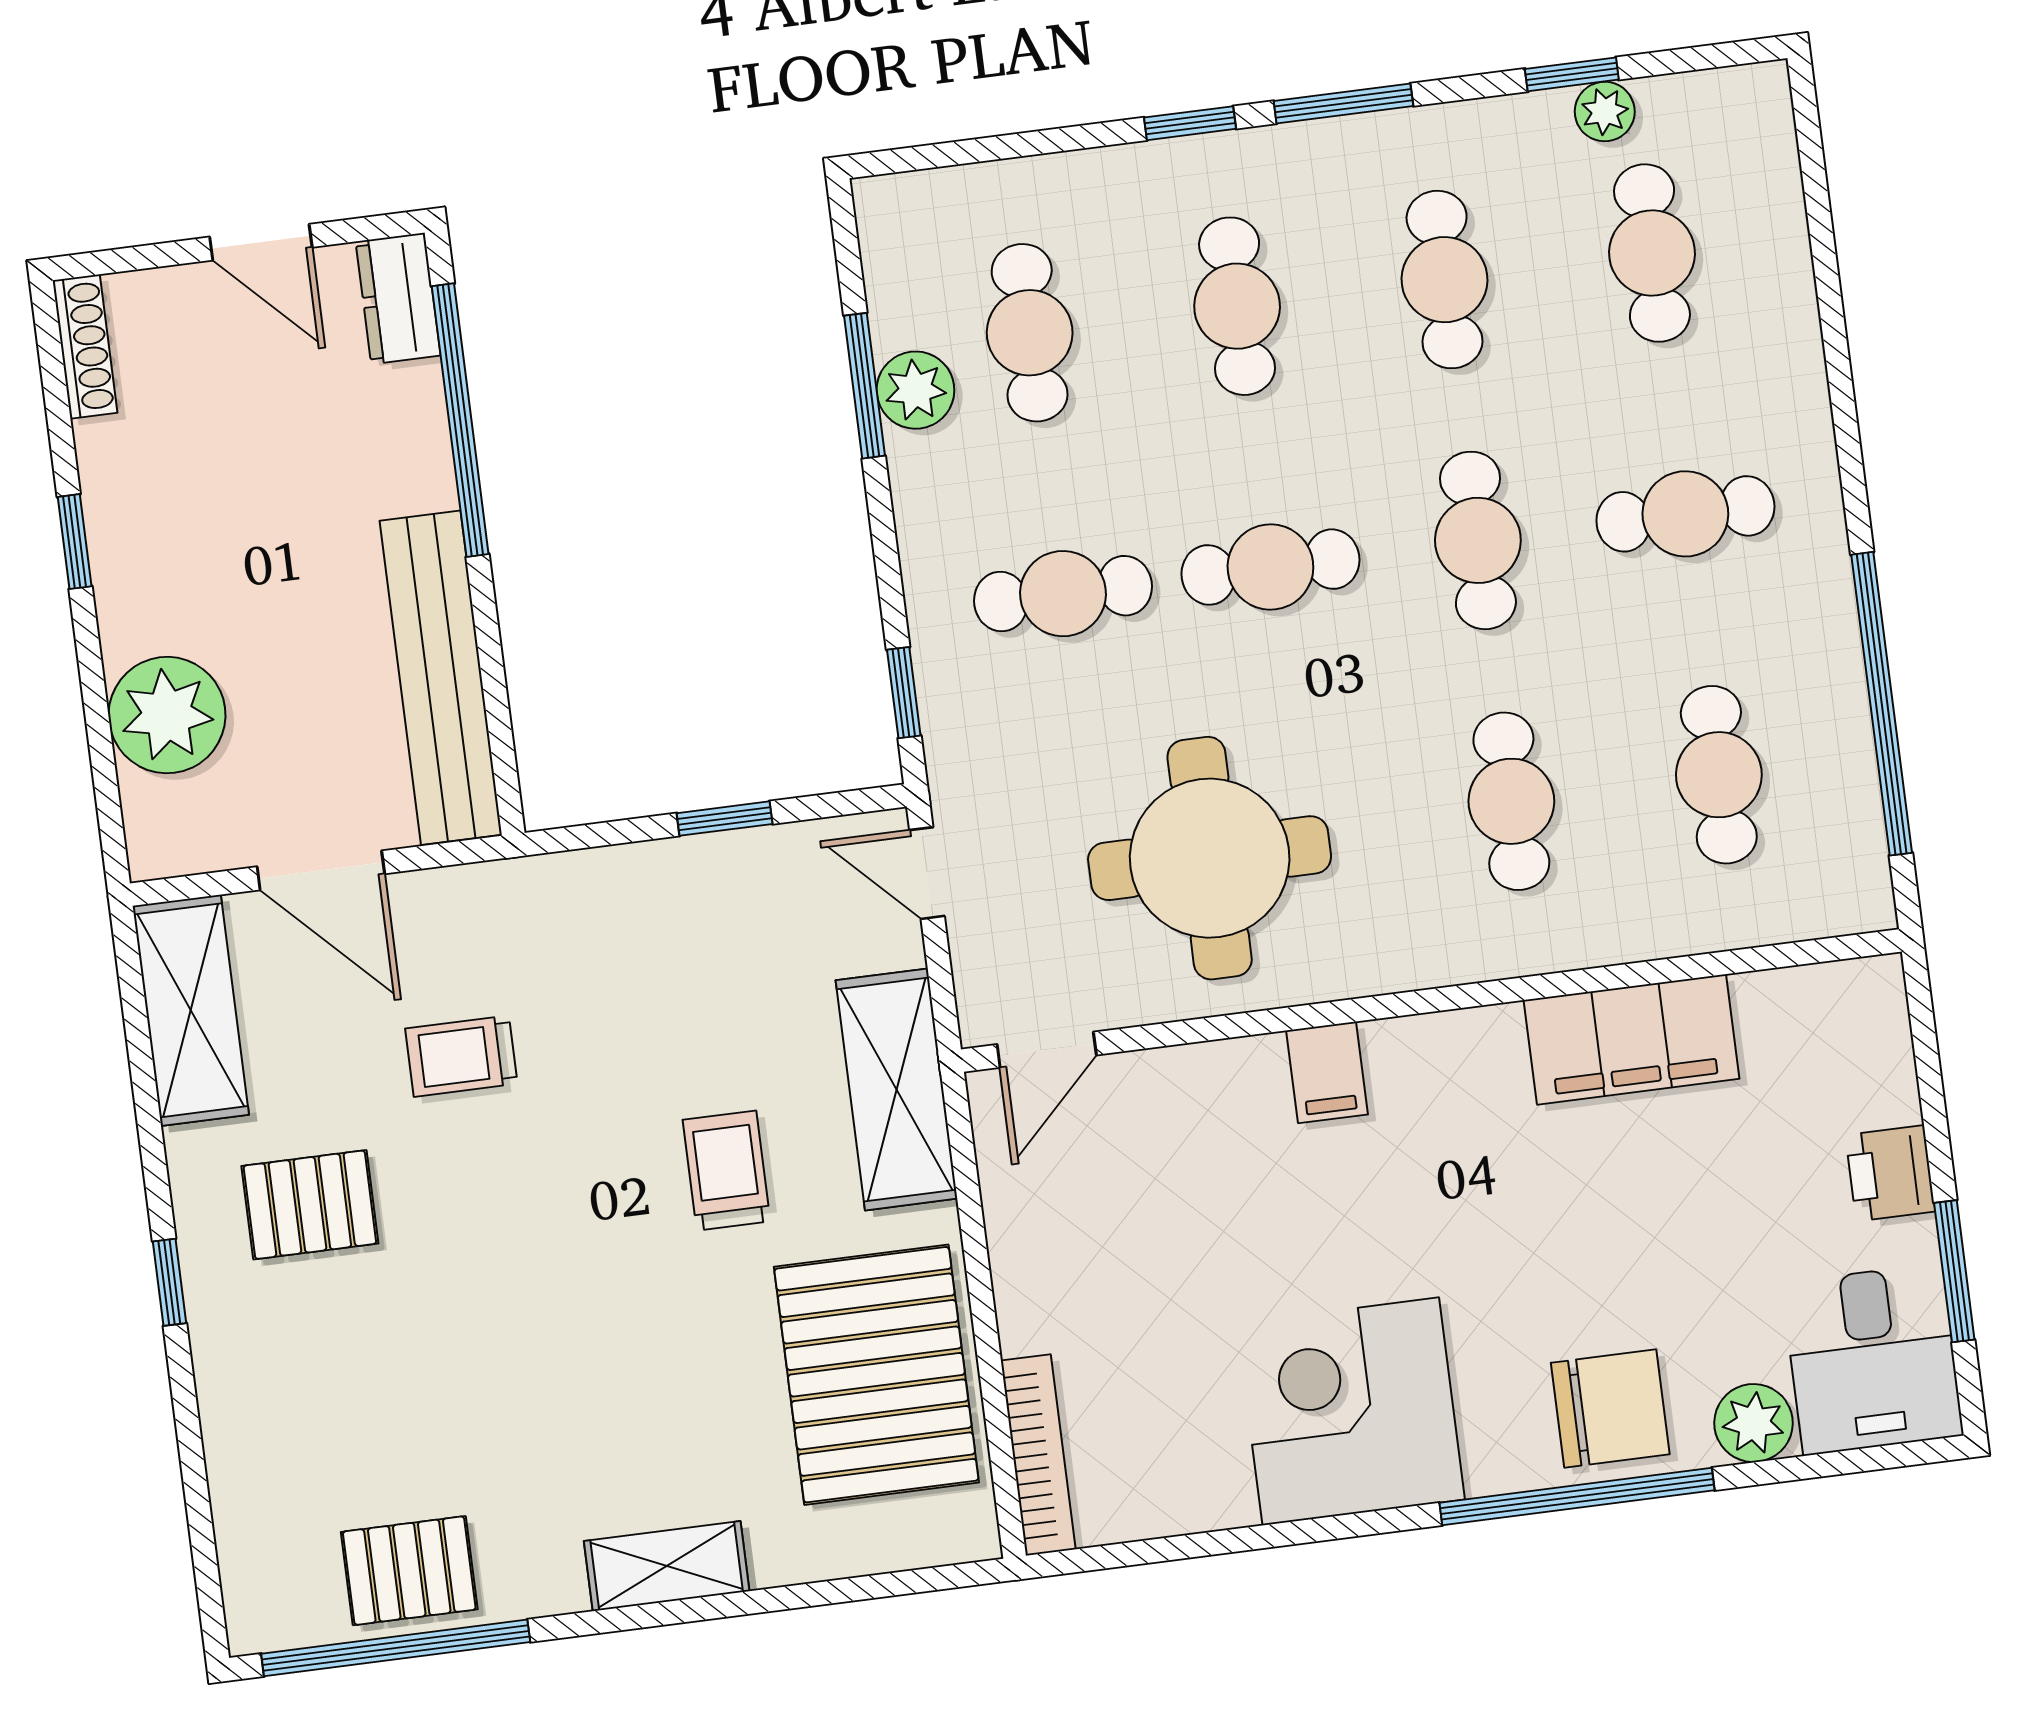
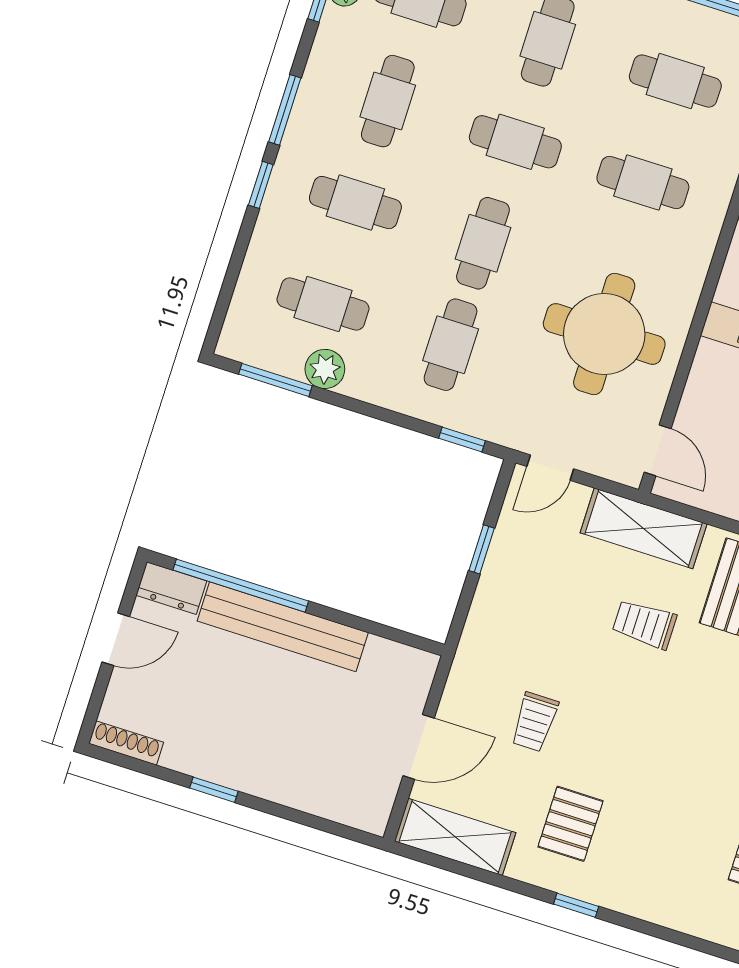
cafe table: (1445, 280) -> (388, 101), turned 90
window: (864, 386) -> (275, 380), moved
bench: (441, 678) -> (283, 627), moved
plant: (167, 715) -> (314, 784), removed

